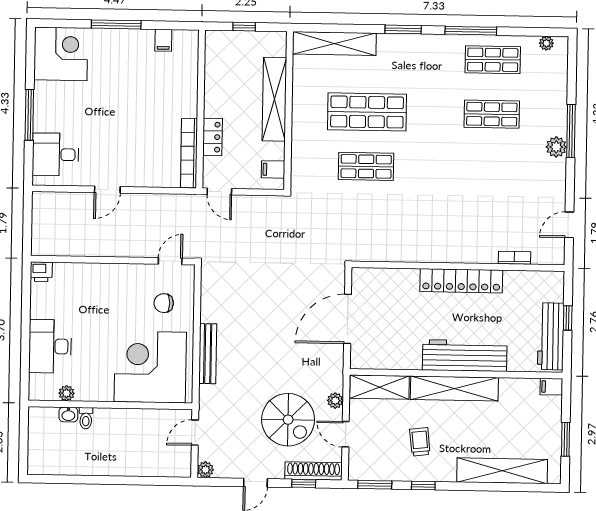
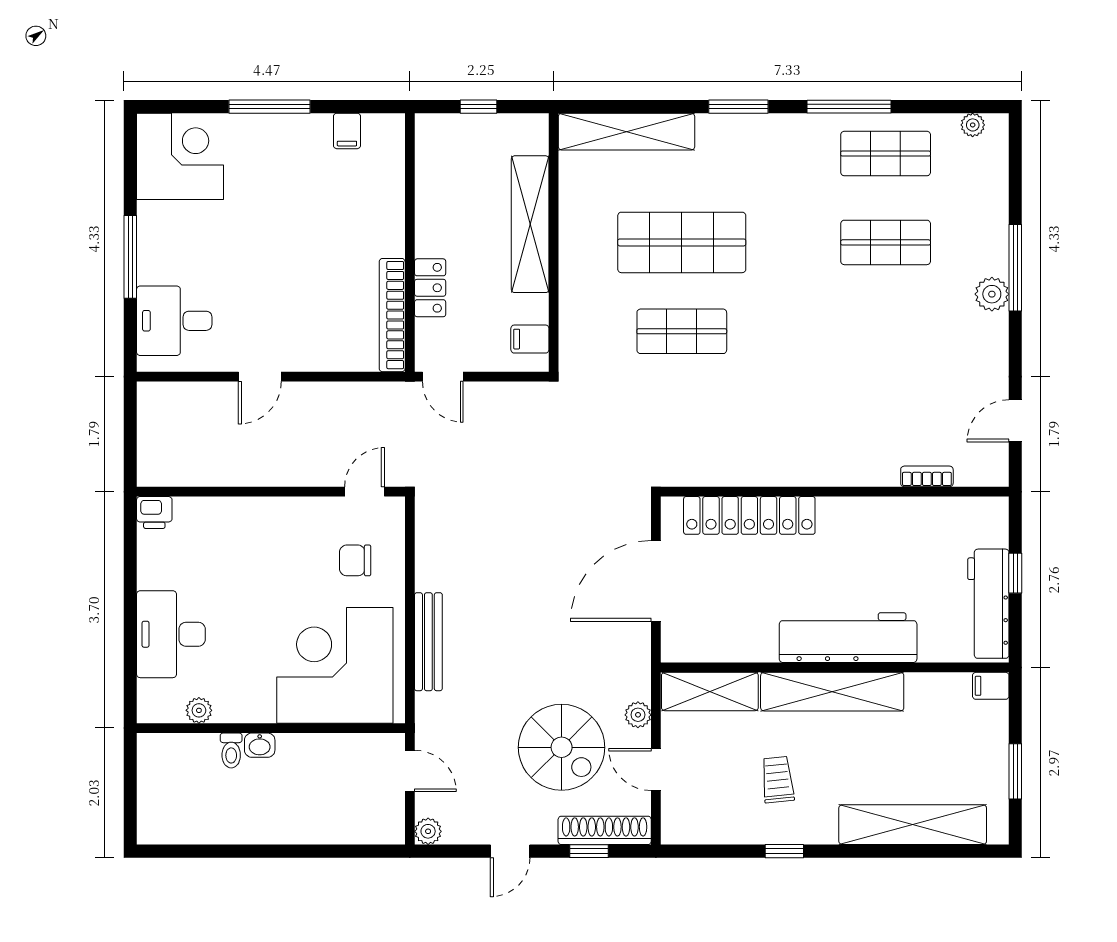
locker: (461, 281) -> (749, 515), moved
washbasin: (68, 415) -> (260, 745), moved
door: (195, 433) -> (410, 771), swing flipped
window: (375, 485) -> (705, 851), removed

